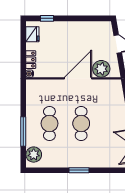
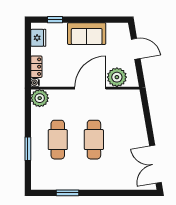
sofa: (75, 31) -> (87, 34), added
window: (23, 132) -> (28, 149), width x0.69
plant: (34, 155) -> (40, 98), moved
window: (79, 170) -> (68, 193), moved

